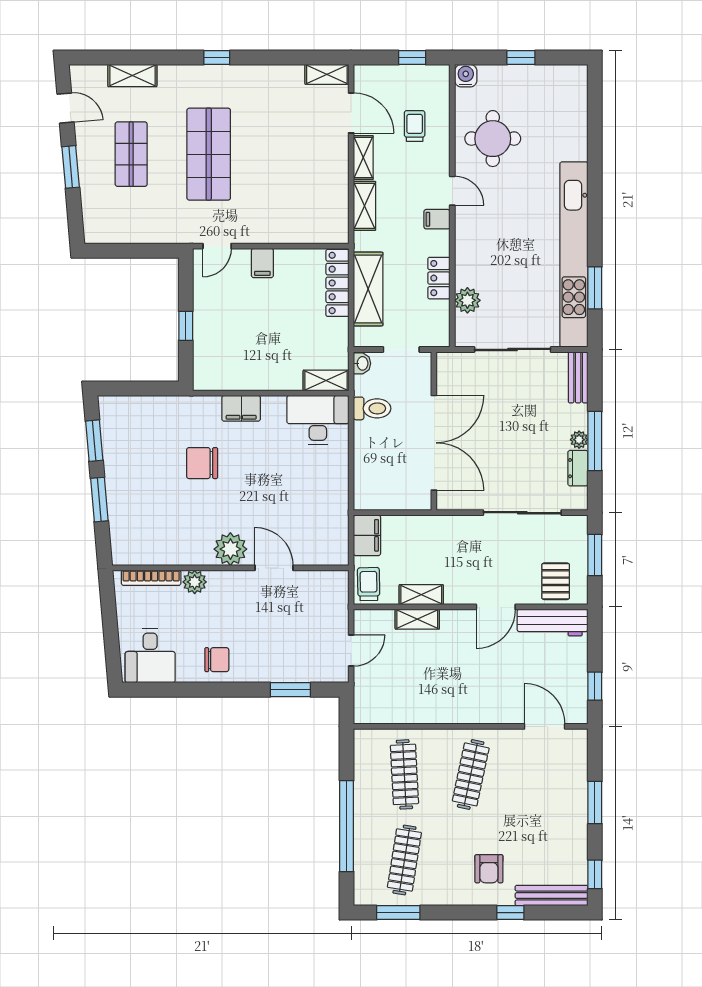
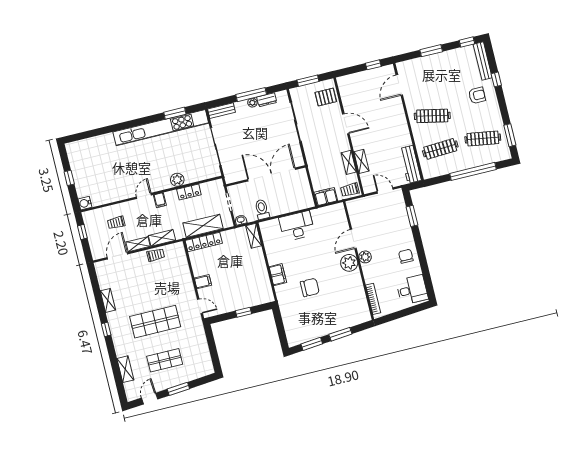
shelving: (327, 74) -> (108, 300), moved
round table: (493, 139) -> (113, 182), removed
trolley: (335, 186) -> (156, 255), added
plant: (467, 300) -> (177, 180), moved
desk: (318, 420) -> (297, 226), moved, turned 90
chair: (202, 463) -> (310, 287), turned -90
plant: (195, 582) -> (365, 257), moved
workbench: (552, 623) -> (410, 164), moved, turned 180

